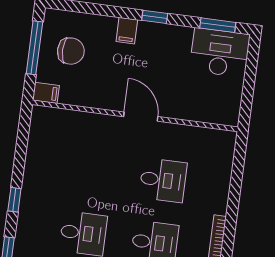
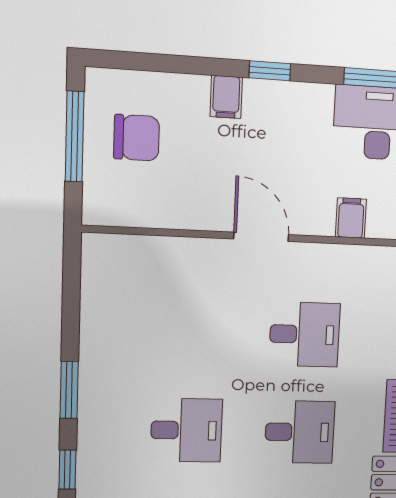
filing cabinet: (46, 93) -> (351, 218), moved, turned -90
window: (14, 200) -> (69, 390), width x1.50

